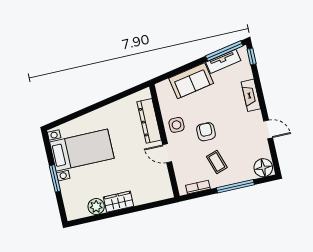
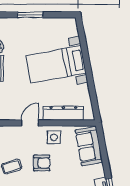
sofa: (191, 81) -> (89, 146), moved
bed with nightstands: (82, 150) -> (56, 64), moved, turned 79

